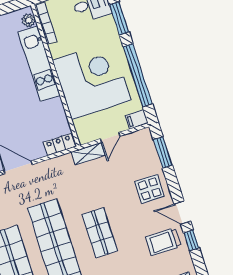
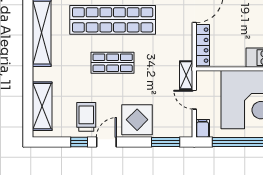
locker: (59, 145) -> (203, 45), width x1.53
display table: (150, 189) -> (137, 120), width x1.36, depth x1.36

